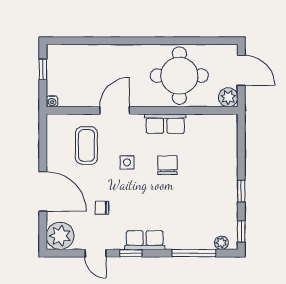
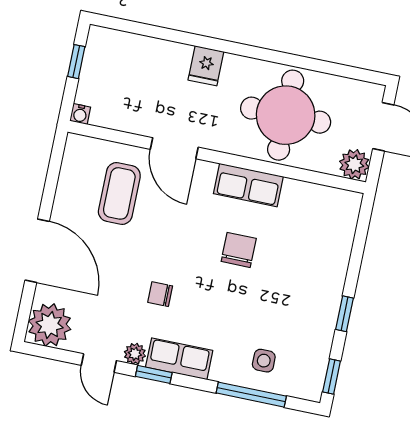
fridge: (124, 55) -> (206, 66), added
door: (115, 110) -> (174, 148), swing flipped
side table: (127, 162) -> (264, 361), moved
chair: (102, 208) -> (160, 294), moved
plant: (221, 243) -> (135, 354), moved

